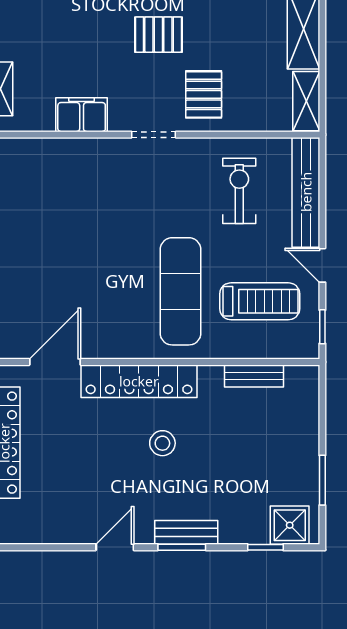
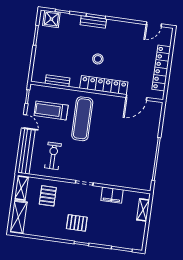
pallet: (204, 94) -> (48, 196), moved
exercise bike: (239, 191) -> (53, 156), turned 180
door: (115, 547) -> (154, 24), moved

